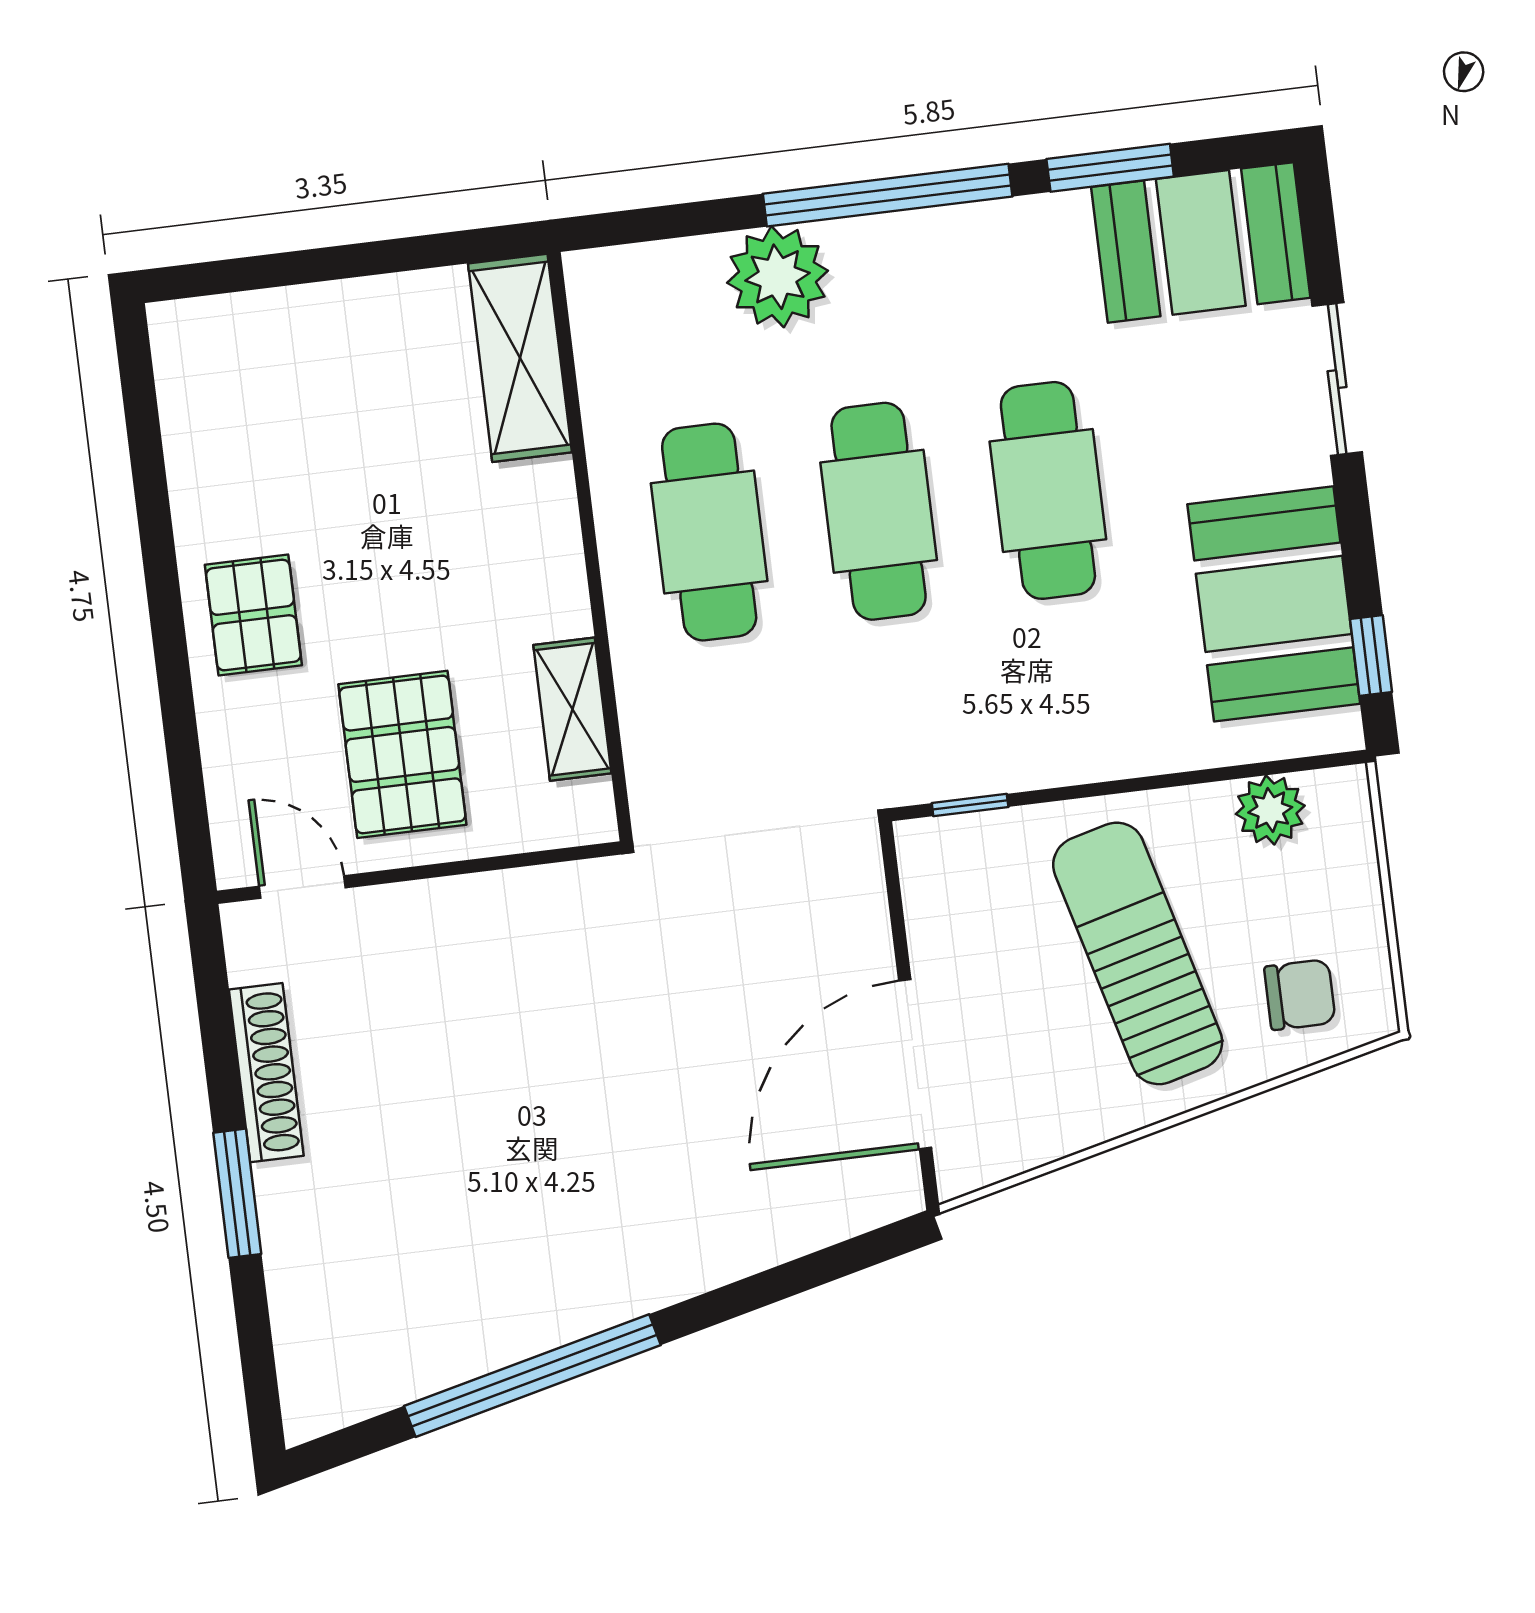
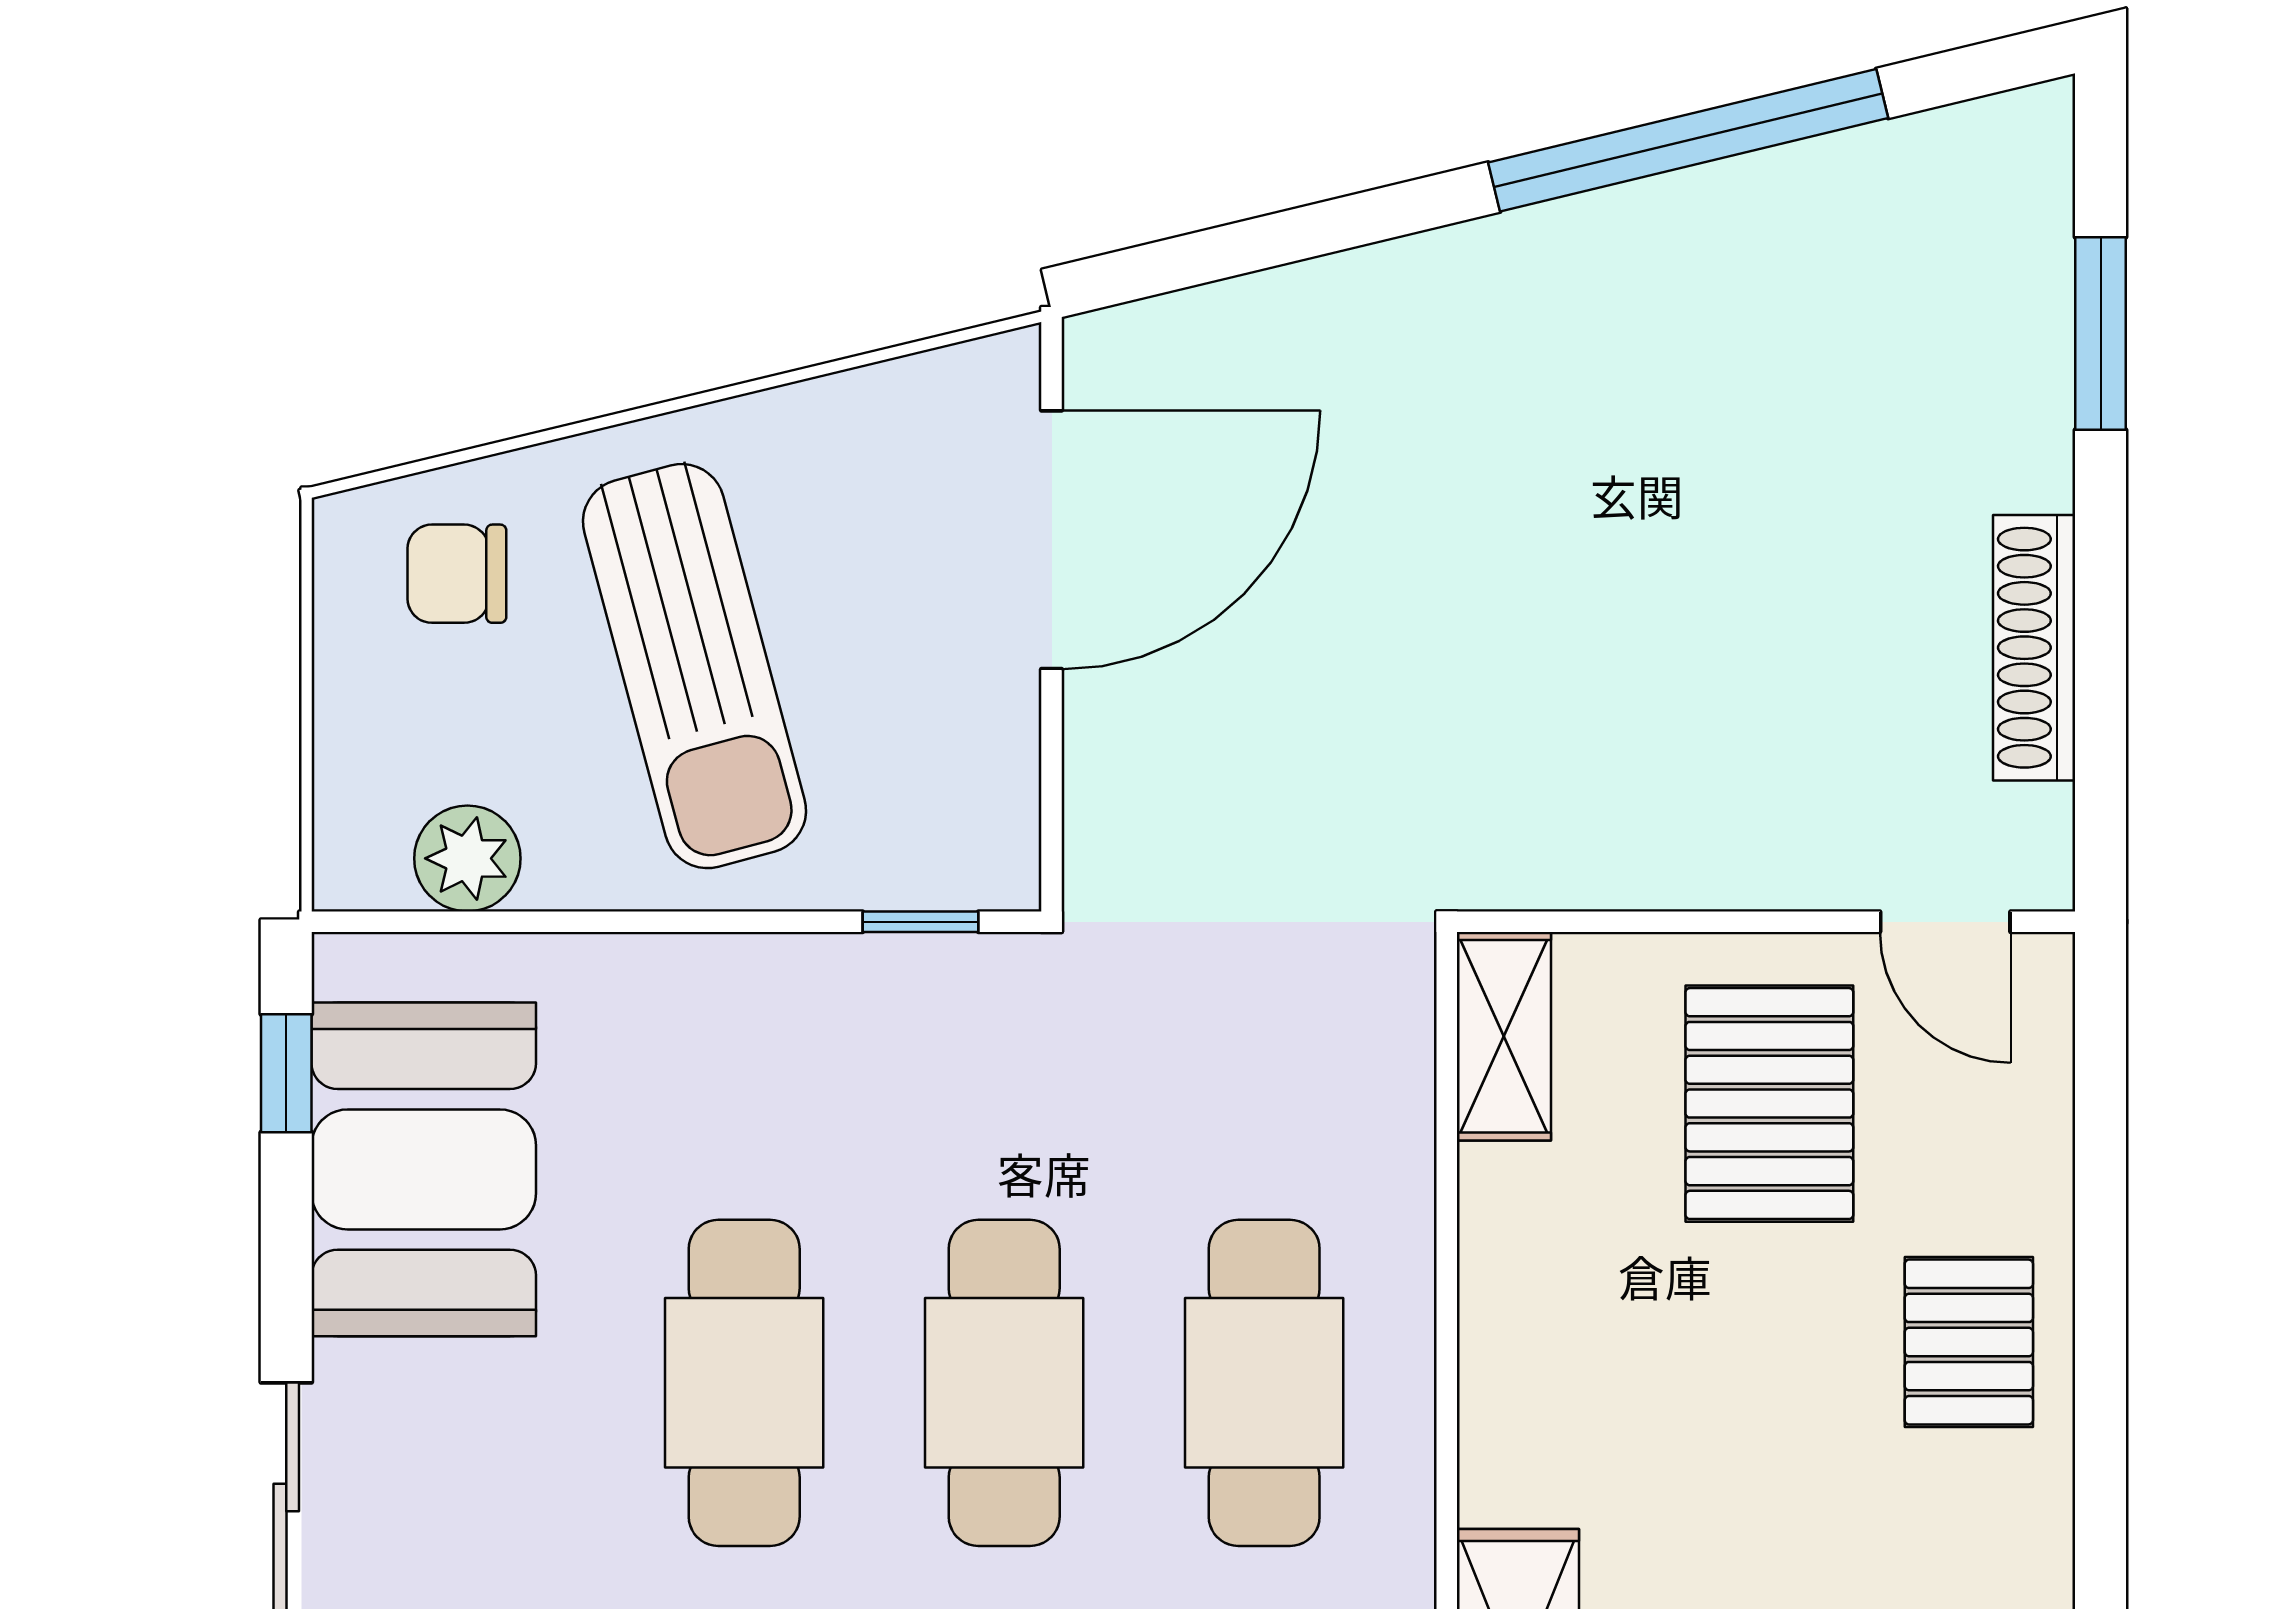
shelving: (572, 709) -> (1504, 1036), moved
window: (237, 1193) -> (2101, 334), moved

